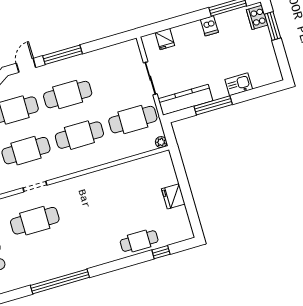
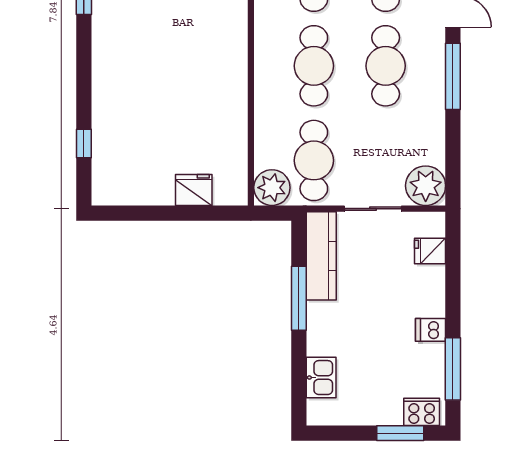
plant: (129, 52) -> (426, 186), added
kitchen sink: (239, 84) -> (321, 378), moved
plant: (161, 142) -> (272, 188), width x1.88, depth x1.88
fridge: (173, 196) -> (194, 190), moved
cafe table: (139, 241) -> (112, 113), removed

